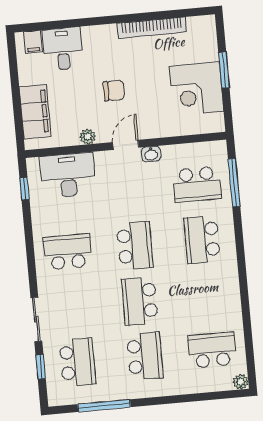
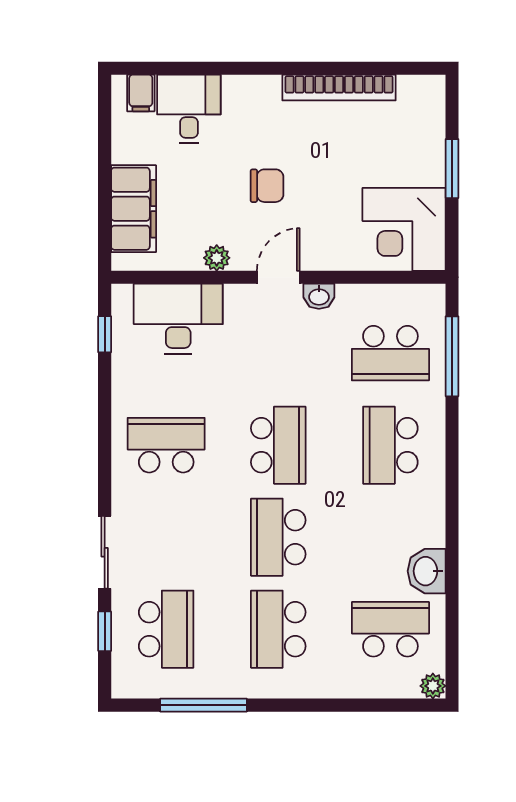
corner desk: (197, 89) -> (404, 229), moved
washbasin: (231, 313) -> (427, 571), added
school desk: (145, 356) -> (278, 629), turned 180

